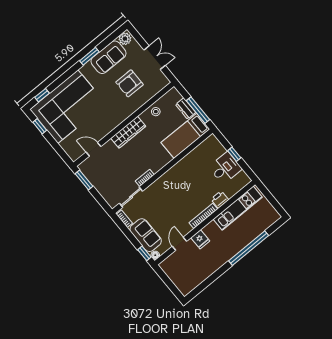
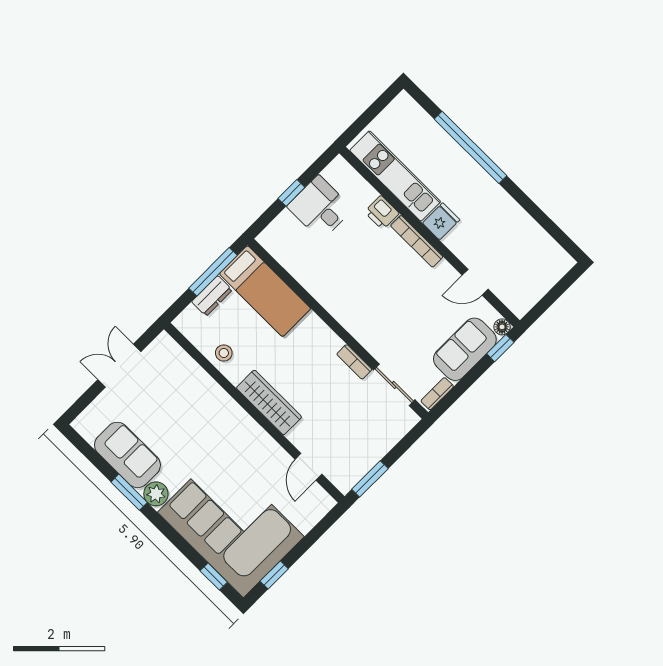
plant: (125, 39) -> (156, 494), moved
armchair: (129, 83) -> (174, 409), removed
fridge: (200, 239) -> (441, 221), moved

